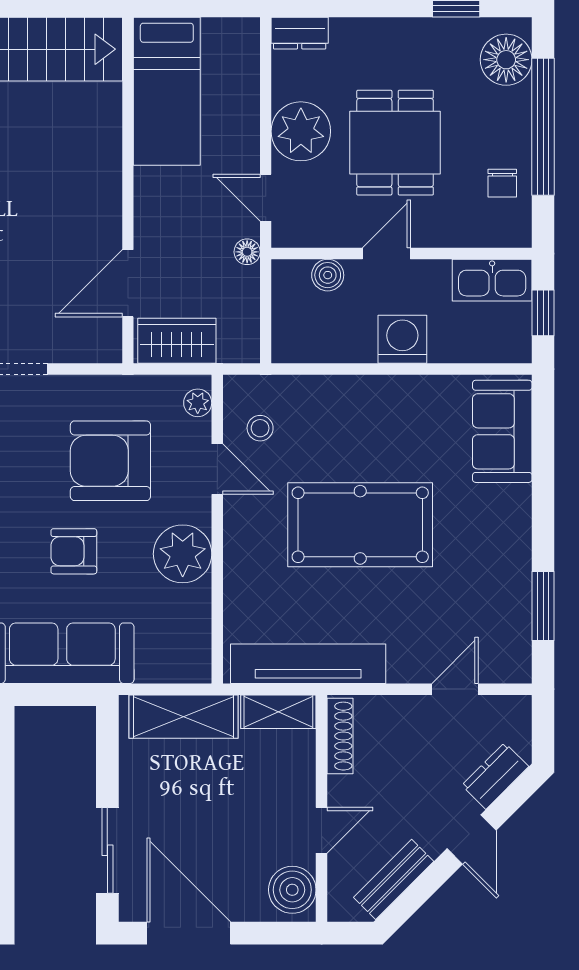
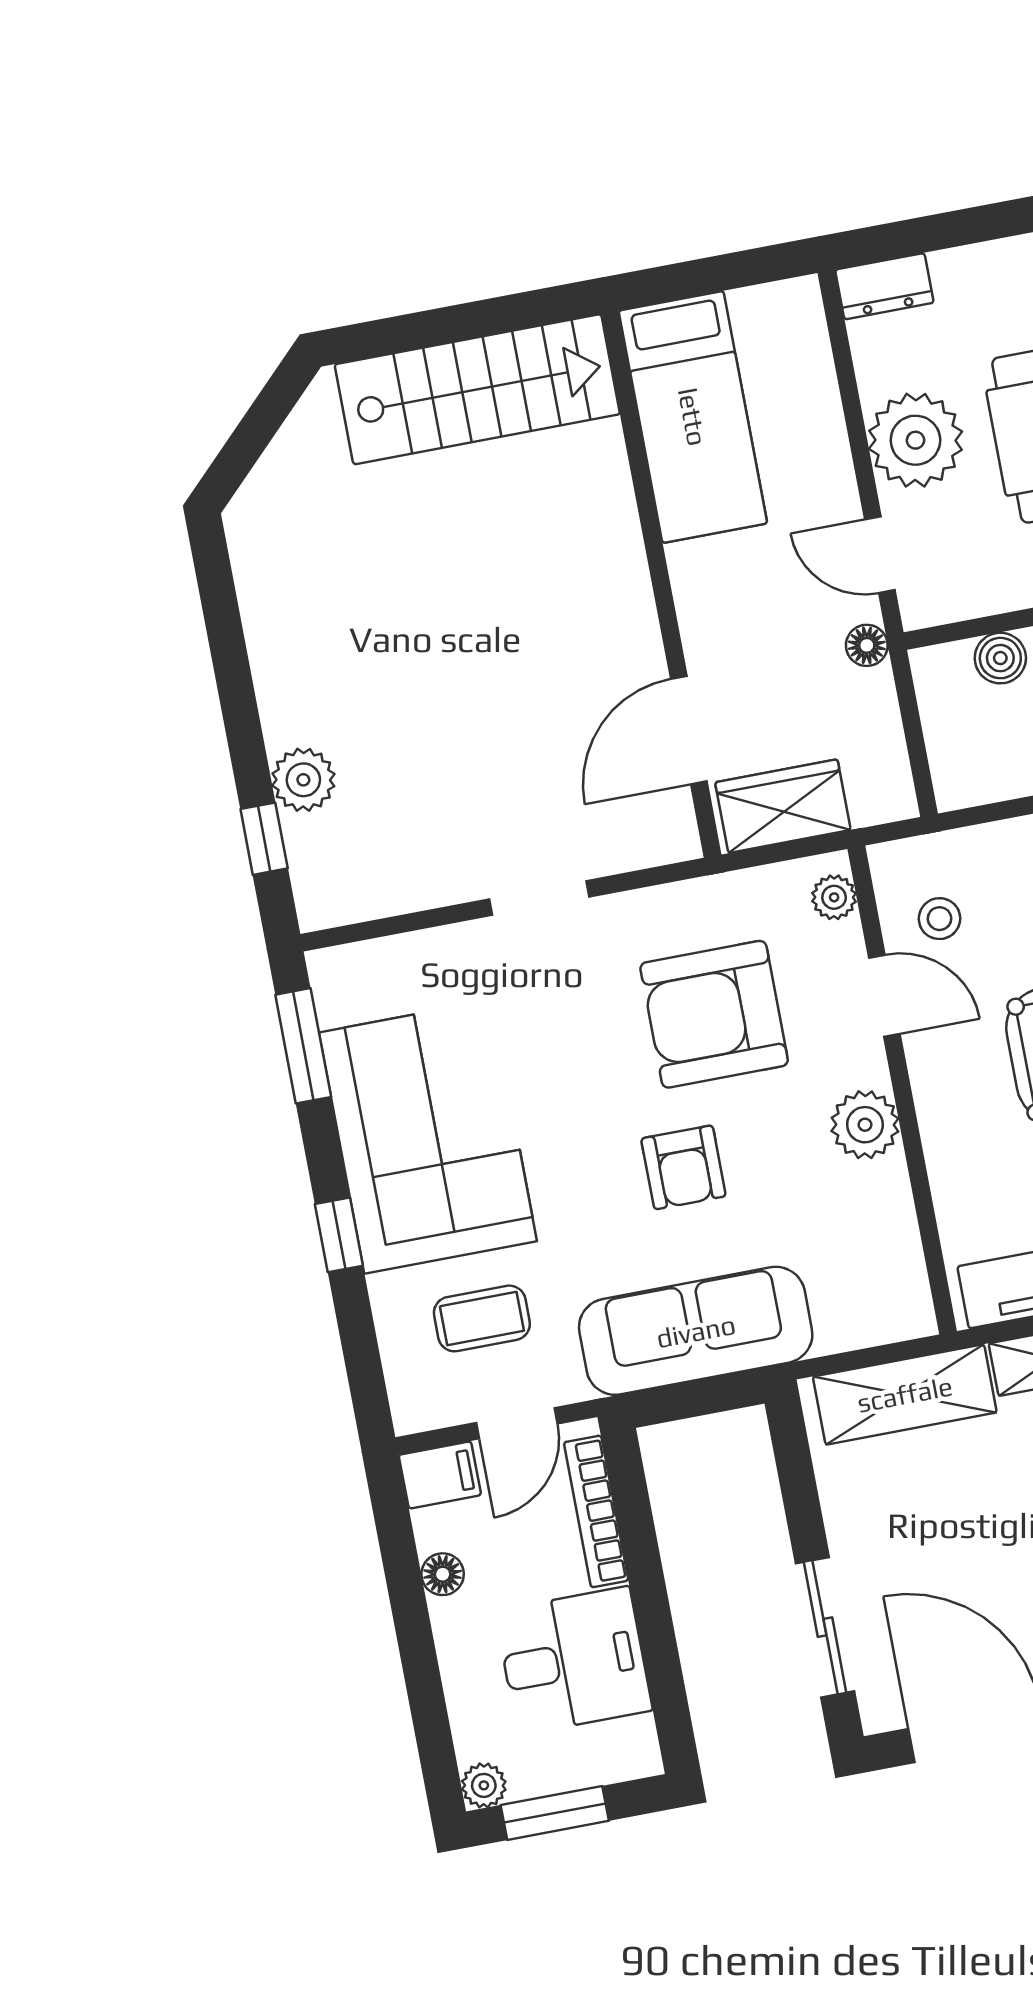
armchair: (74, 551) -> (683, 1167), turned -90
plant: (183, 554) -> (865, 1125), width x0.73, depth x0.73

